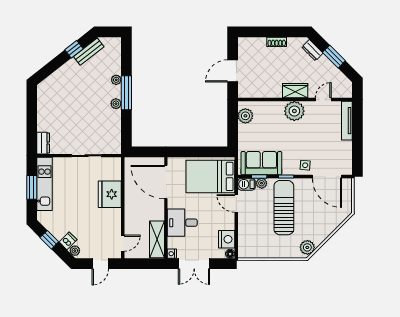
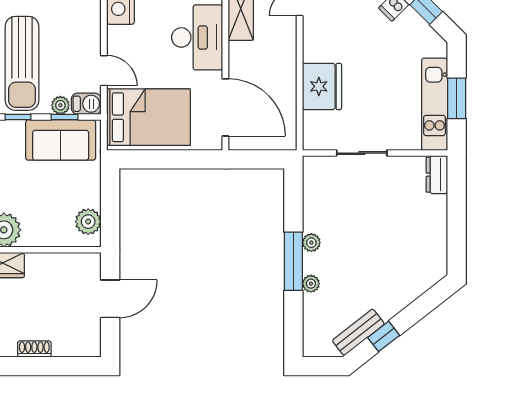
desk: (182, 223) -> (197, 37), width x1.37

